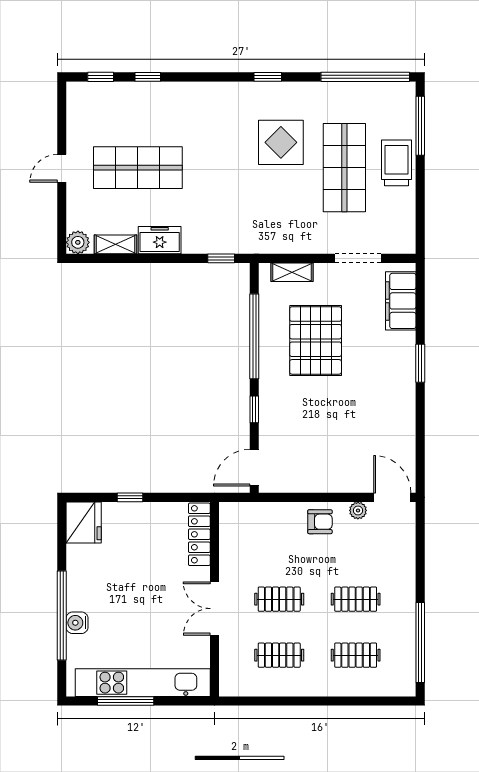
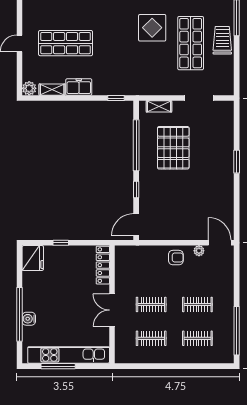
filing cabinet: (401, 301) -> (225, 124), removed

